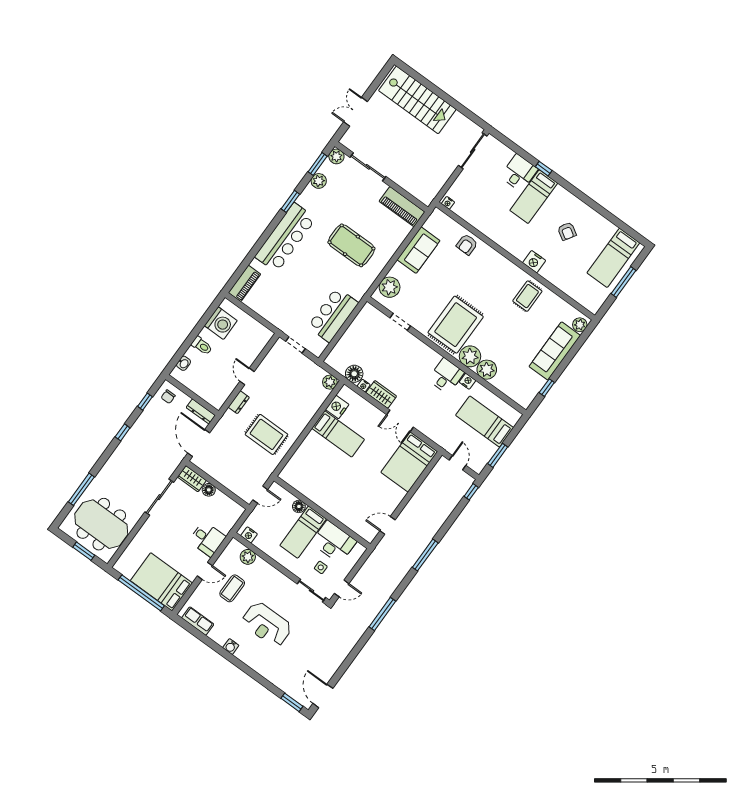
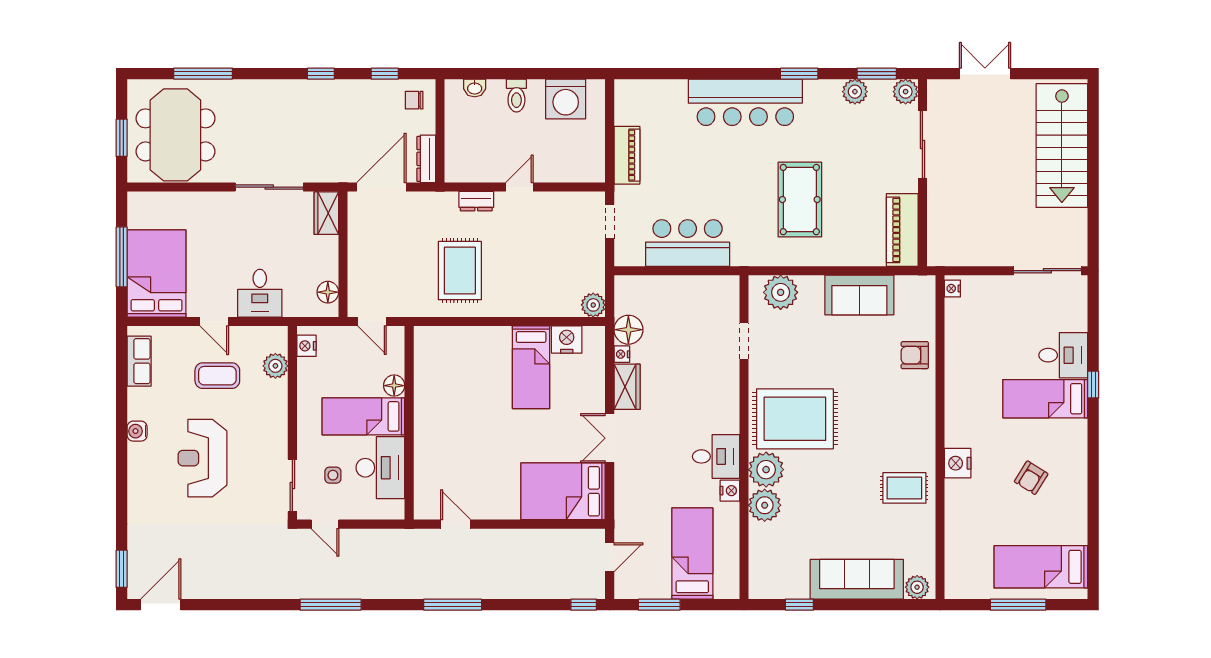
piano: (244, 283) -> (627, 155), moved, turned -90
floor lamp: (209, 490) -> (328, 292), moved
window: (141, 593) -> (122, 257), width x0.68

